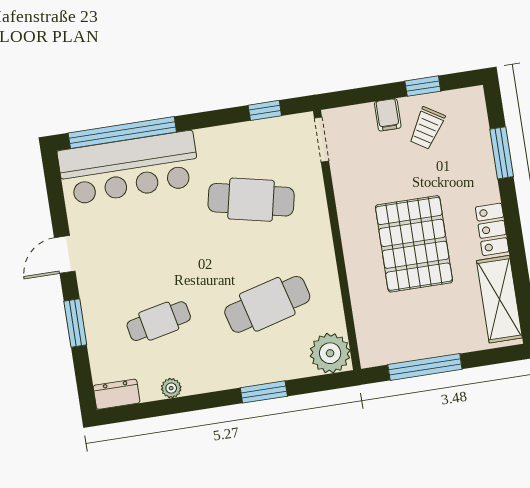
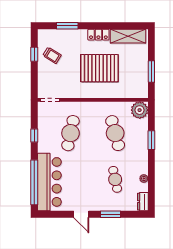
window: (265, 110) -> (34, 135), moved
filing cabinet: (388, 115) -> (44, 71), removed
window: (425, 367) -> (151, 71), width x0.69

